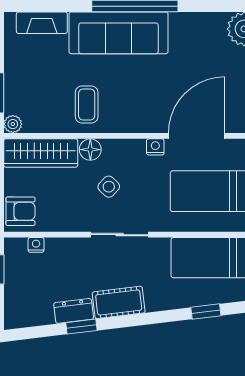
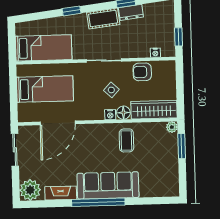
fireplace: (42, 23) -> (61, 193), moved
nightstand: (155, 147) -> (110, 115), moved
armchair: (20, 211) -> (142, 72), moved
window: (206, 312) -> (72, 11), moved

